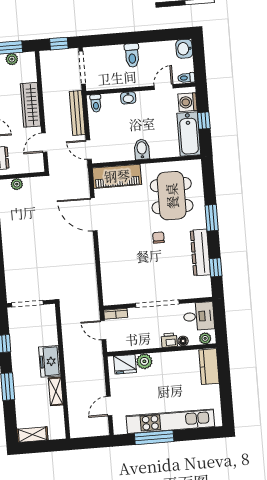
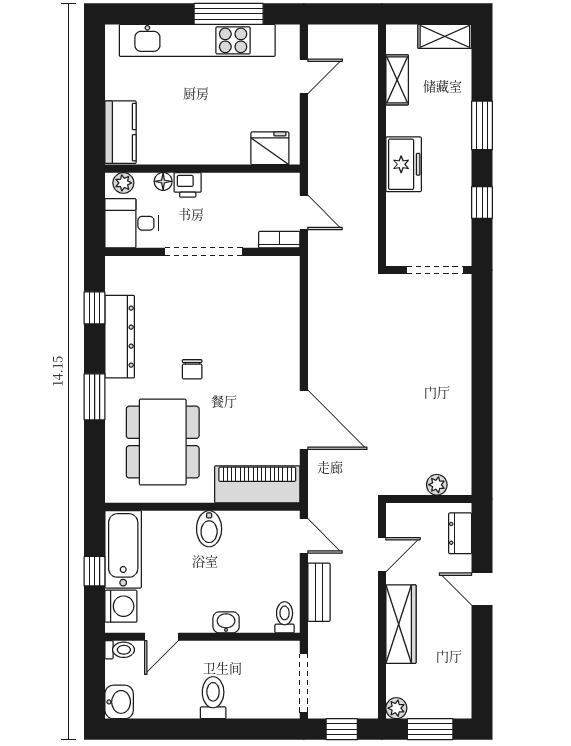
plant: (12, 59) -> (396, 708), moved
bench: (77, 113) -> (319, 592), width x0.73
plant: (144, 361) -> (235, 151), removed
shelving: (56, 391) -> (397, 80), moved

